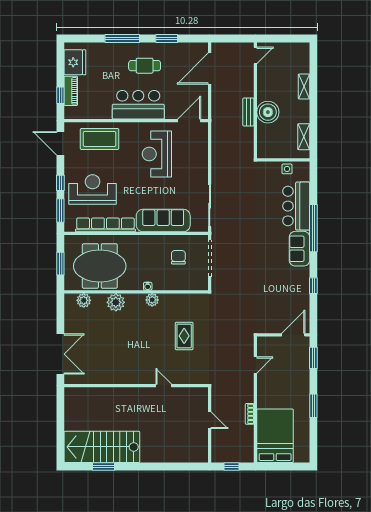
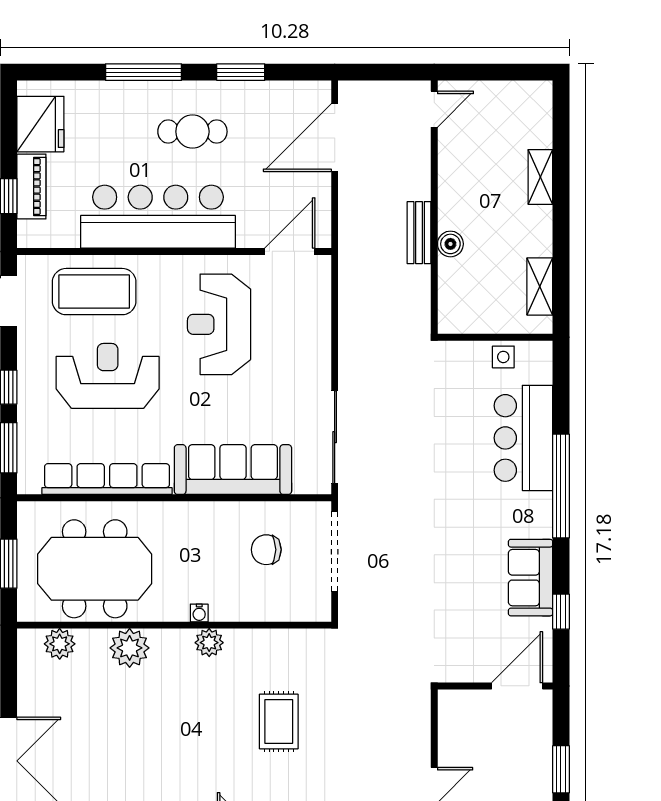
bar counter: (138, 105) -> (158, 217), width x1.36
boiler: (268, 112) -> (450, 244), width x0.54, depth x0.54
reception desk: (93, 189) -> (108, 376), moved
sofa: (299, 249) -> (531, 578), moved
chair: (178, 257) -> (266, 550), turned -90
wall: (283, 335) -> (495, 686), moved
door: (293, 335) -> (517, 686), moved

